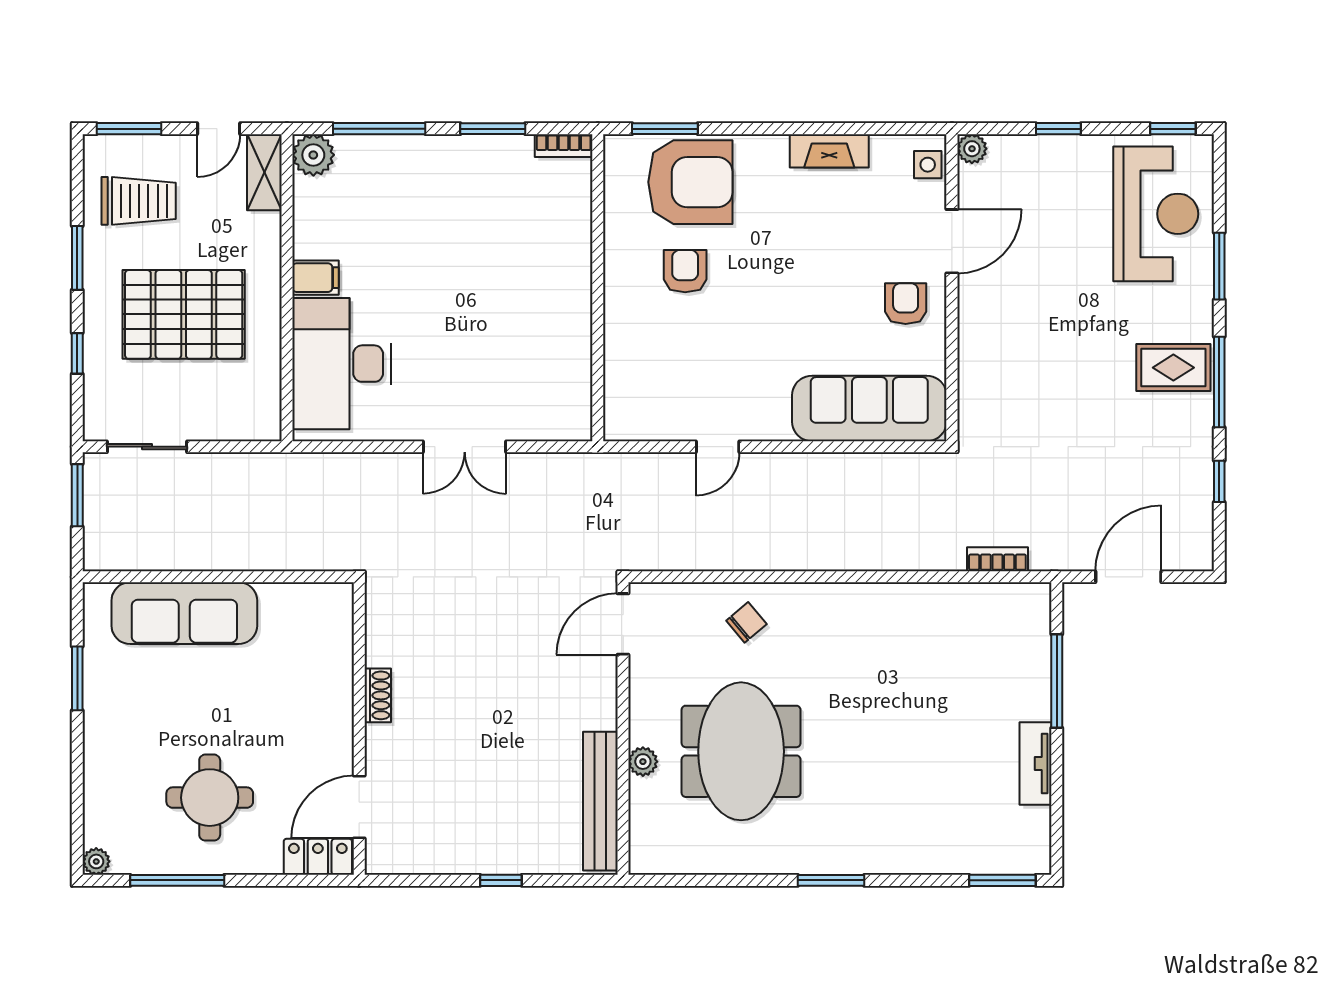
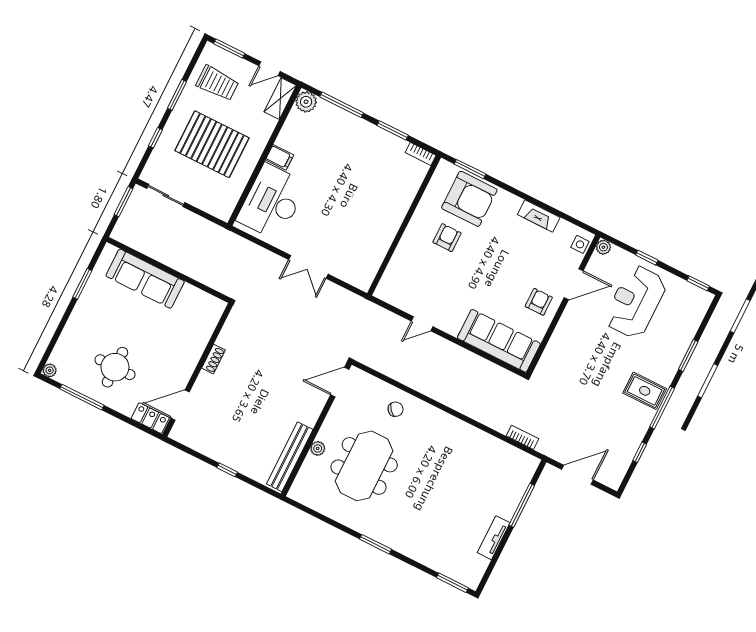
reception desk: (1156, 214) -> (635, 302), moved, turned 180

